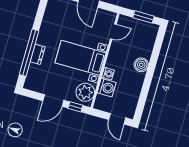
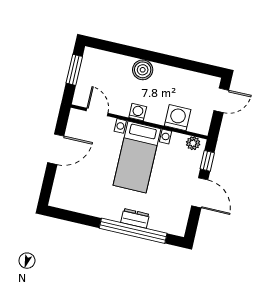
washing machine: (108, 74) -> (138, 112), moved
plant: (85, 92) -> (193, 143), width x0.53, depth x0.53

